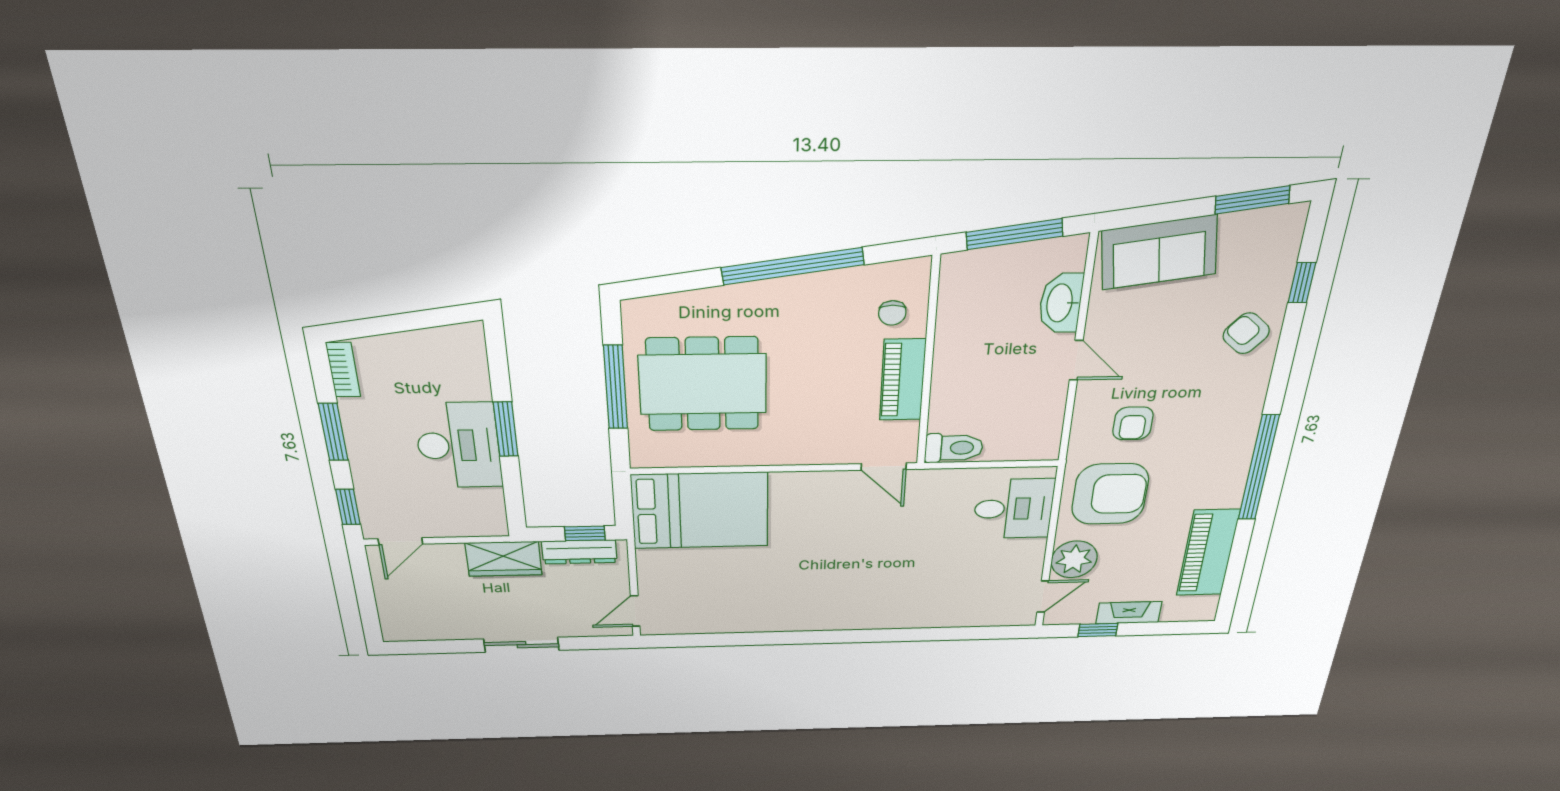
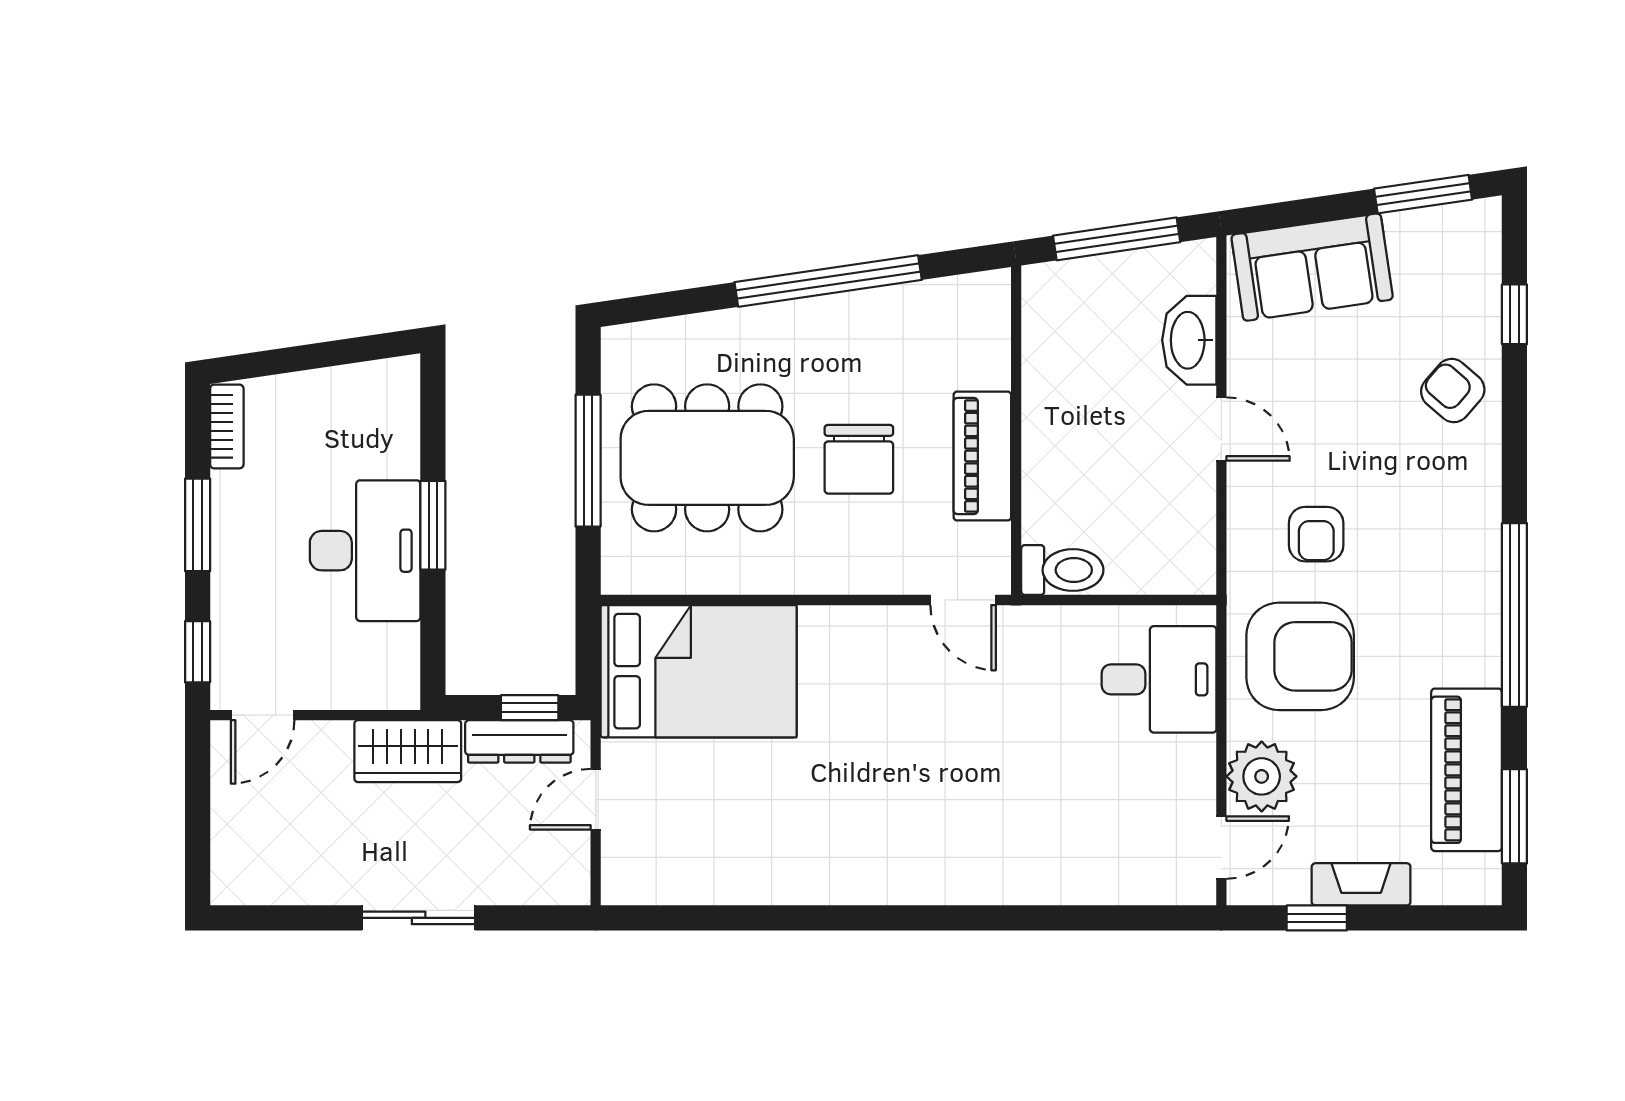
chair: (892, 313) -> (859, 459), moved, width x1.87, depth x1.87
window: (1233, 576) -> (1514, 816), added
door: (635, 611) -> (596, 799), moved

